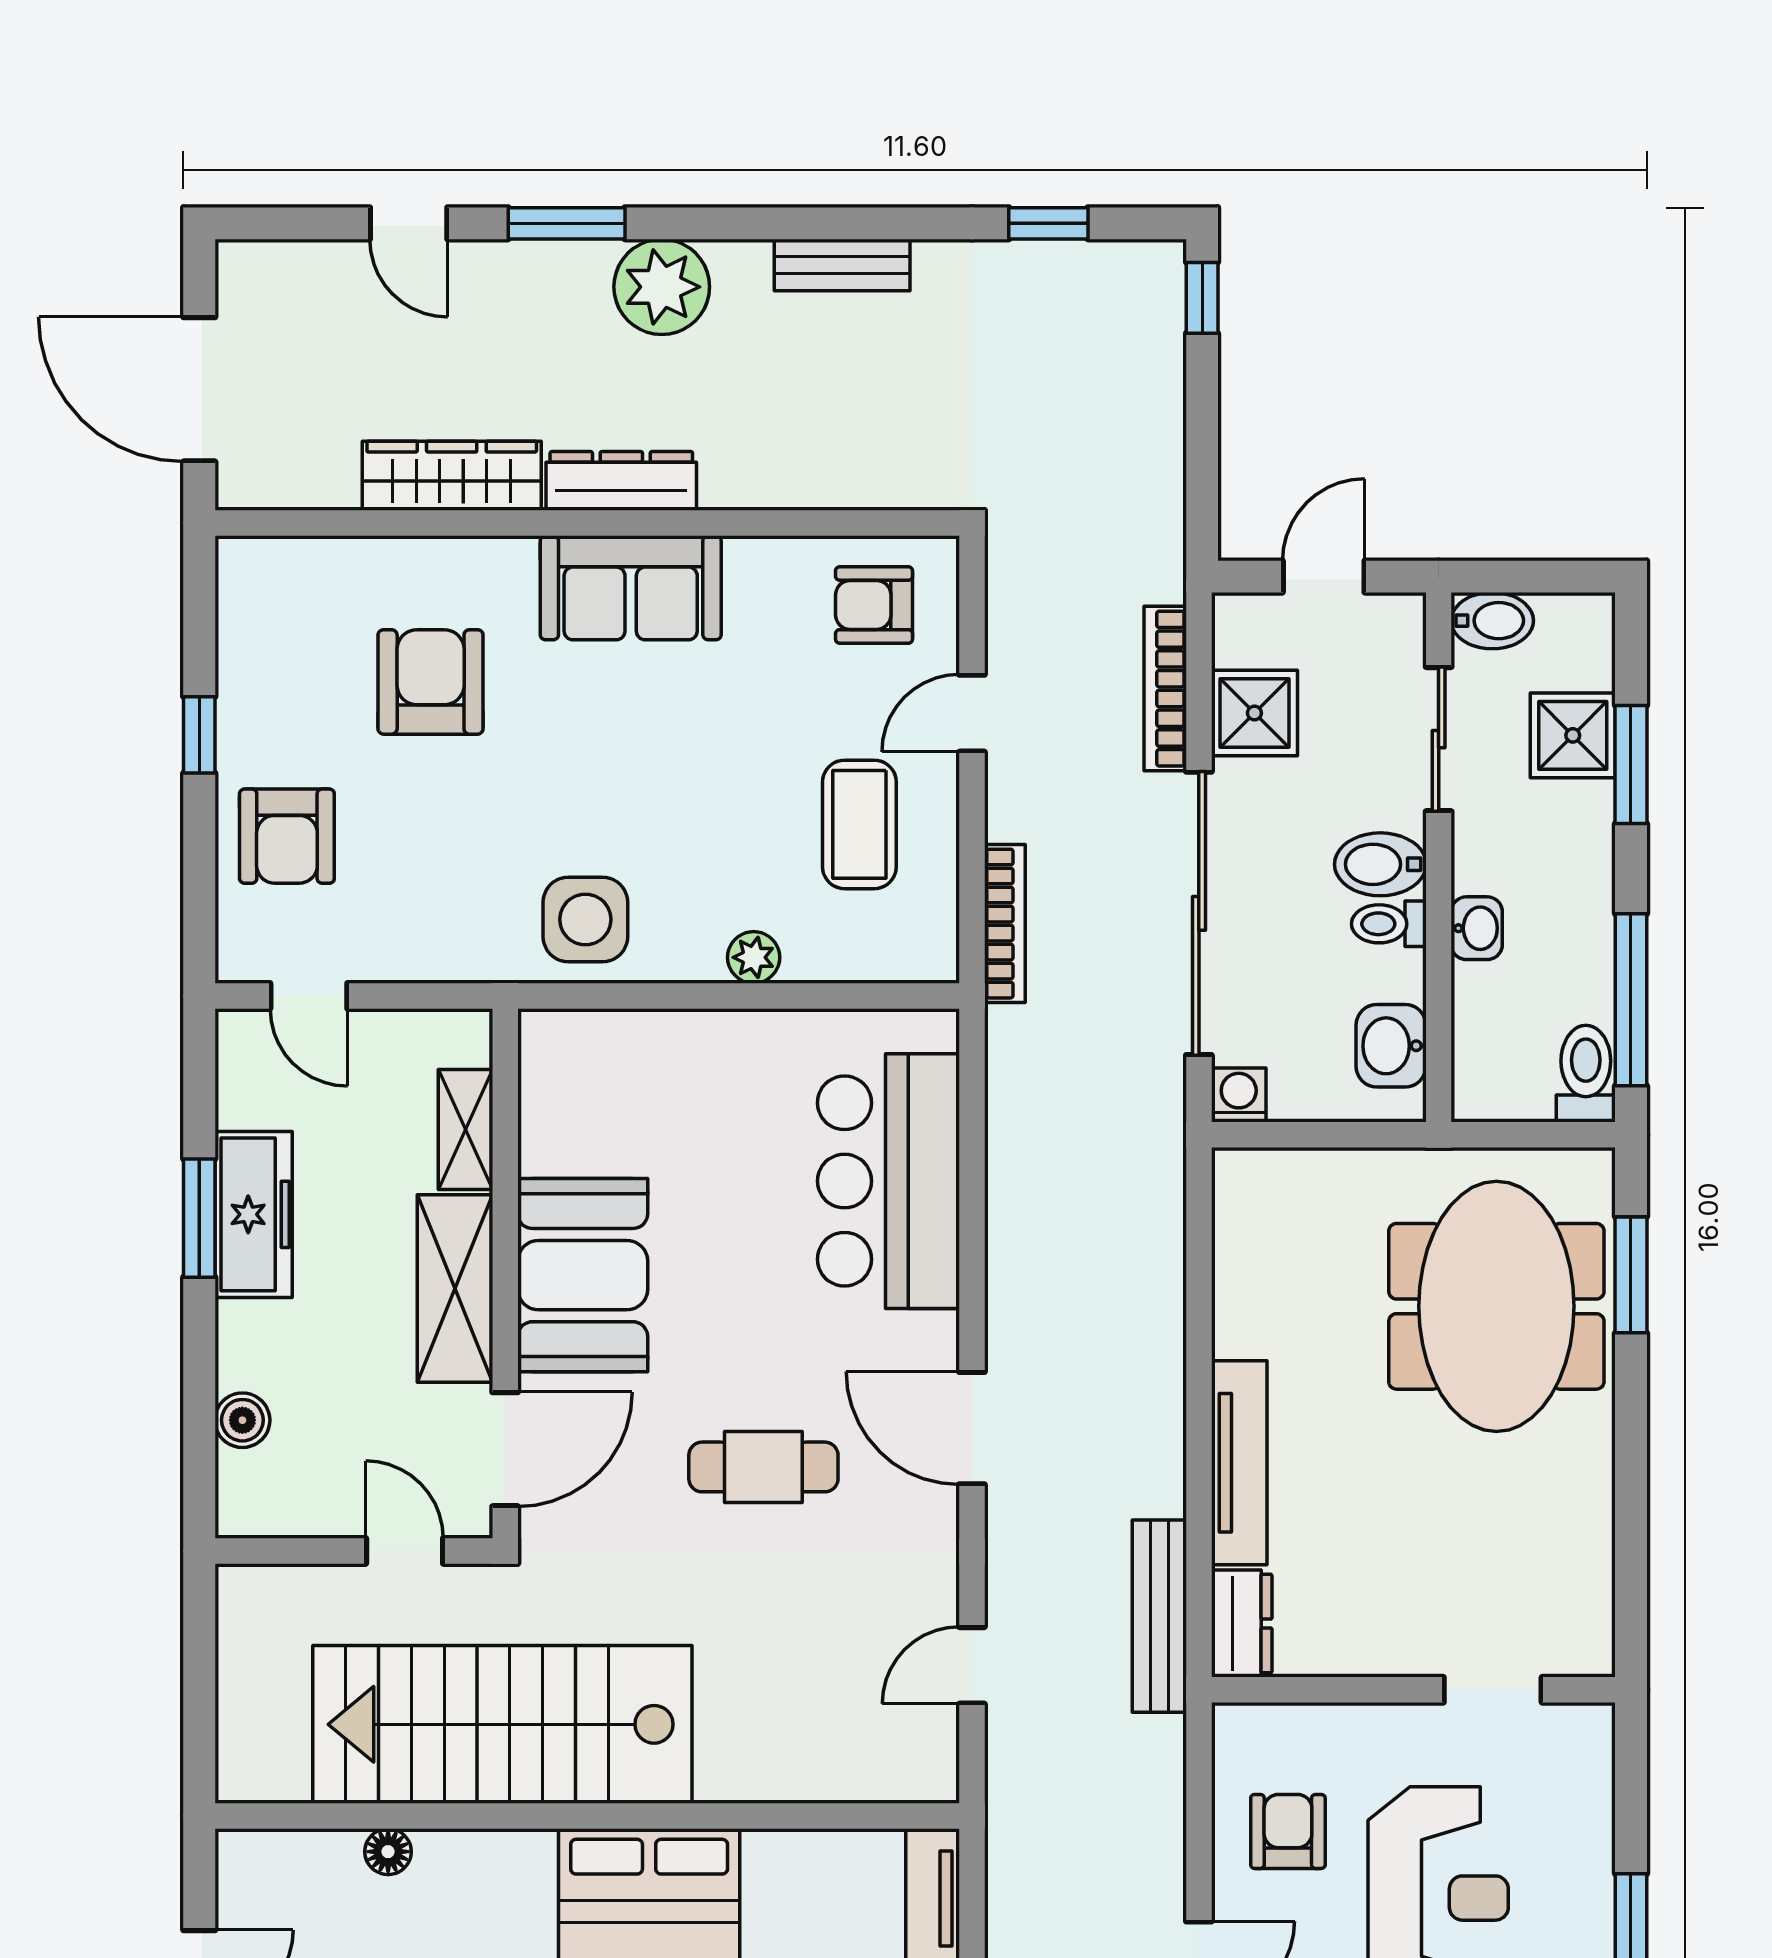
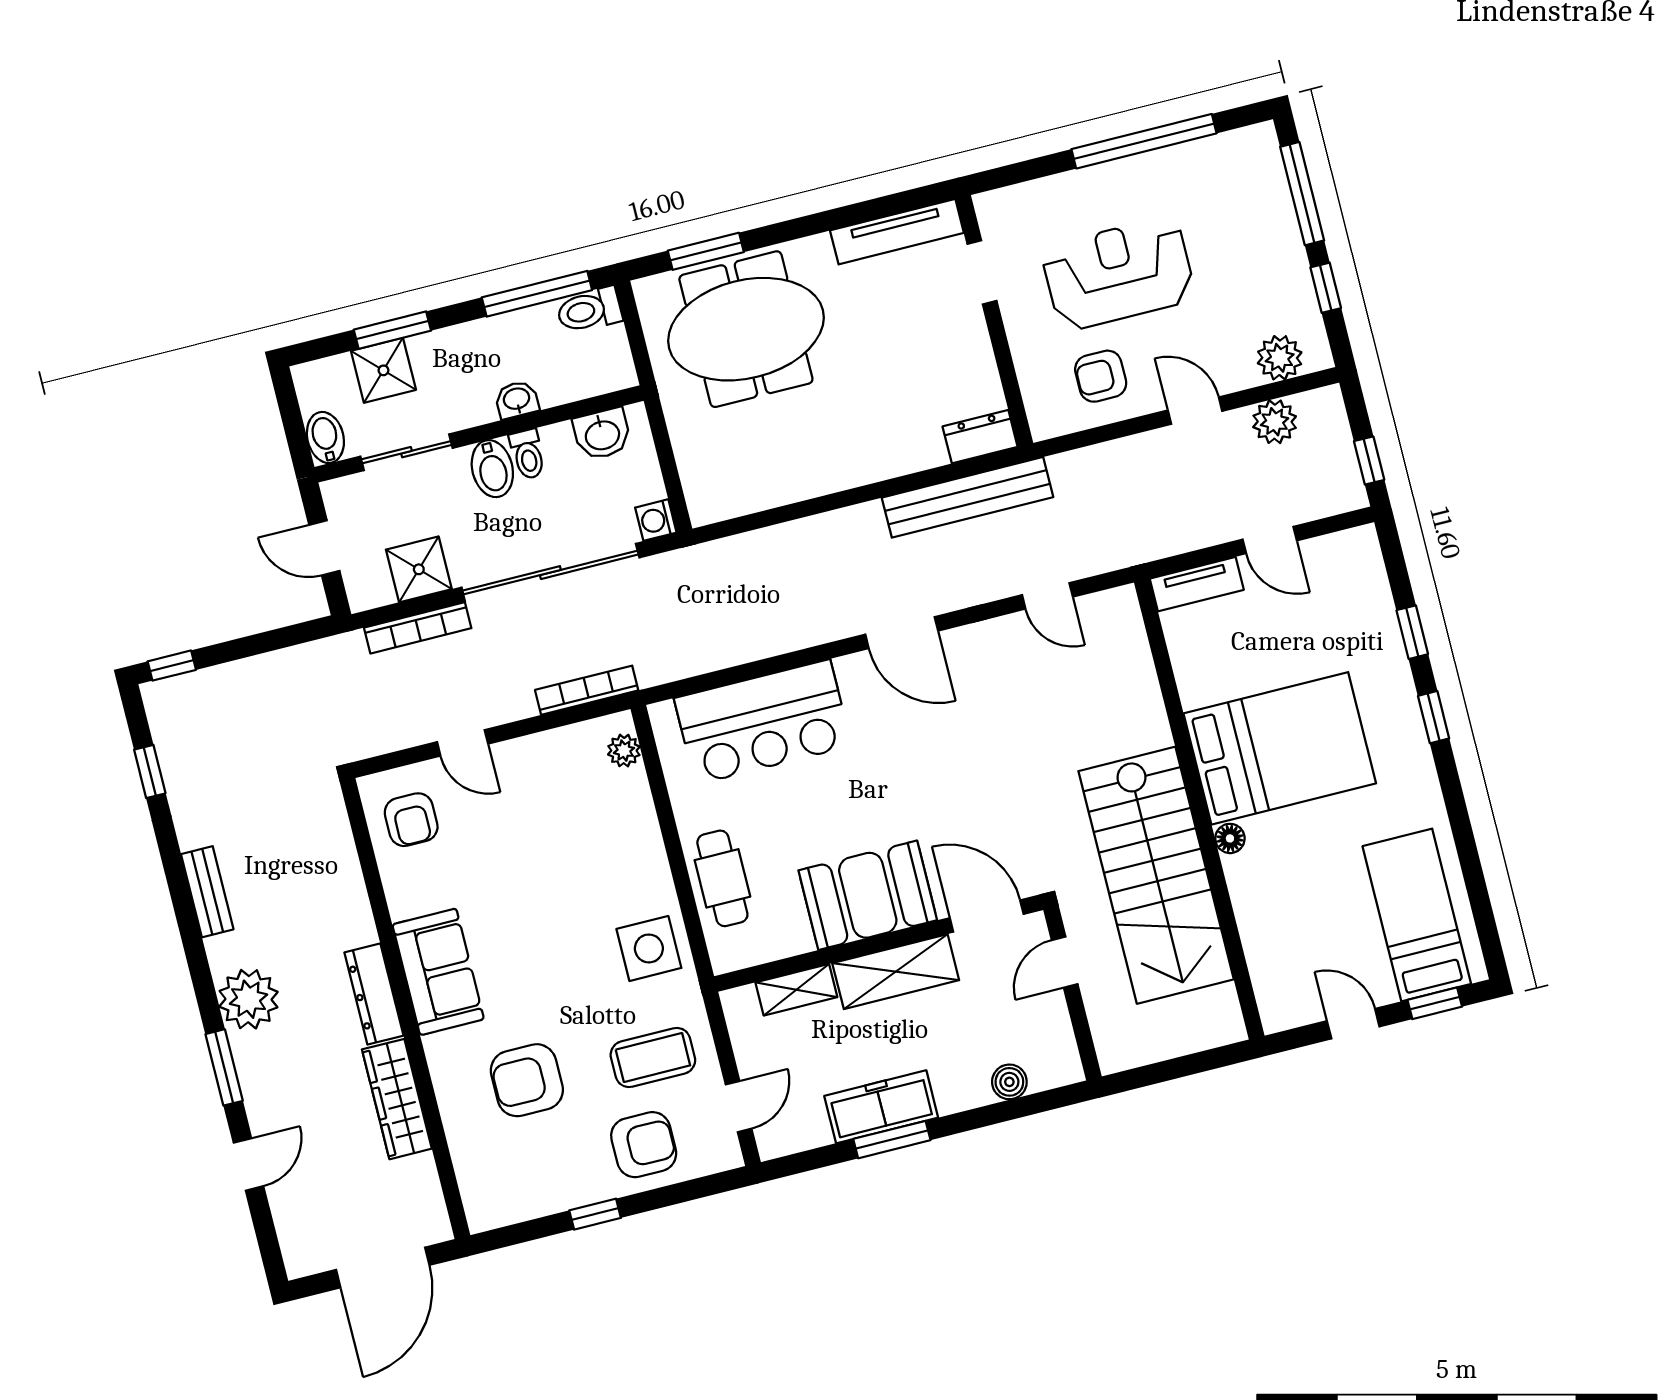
coffee table: (859, 824) -> (653, 1057), moved
plant: (754, 957) -> (624, 751), moved
door: (972, 1428) -> (902, 633), hinge flipped
tv unit: (1239, 1463) -> (897, 232), moved, turned 180
cafe table: (763, 1467) -> (722, 878), moved
bench: (1159, 1616) -> (967, 497), width x1.37, depth x1.21
floor lamp: (388, 1852) -> (1230, 838), moved

